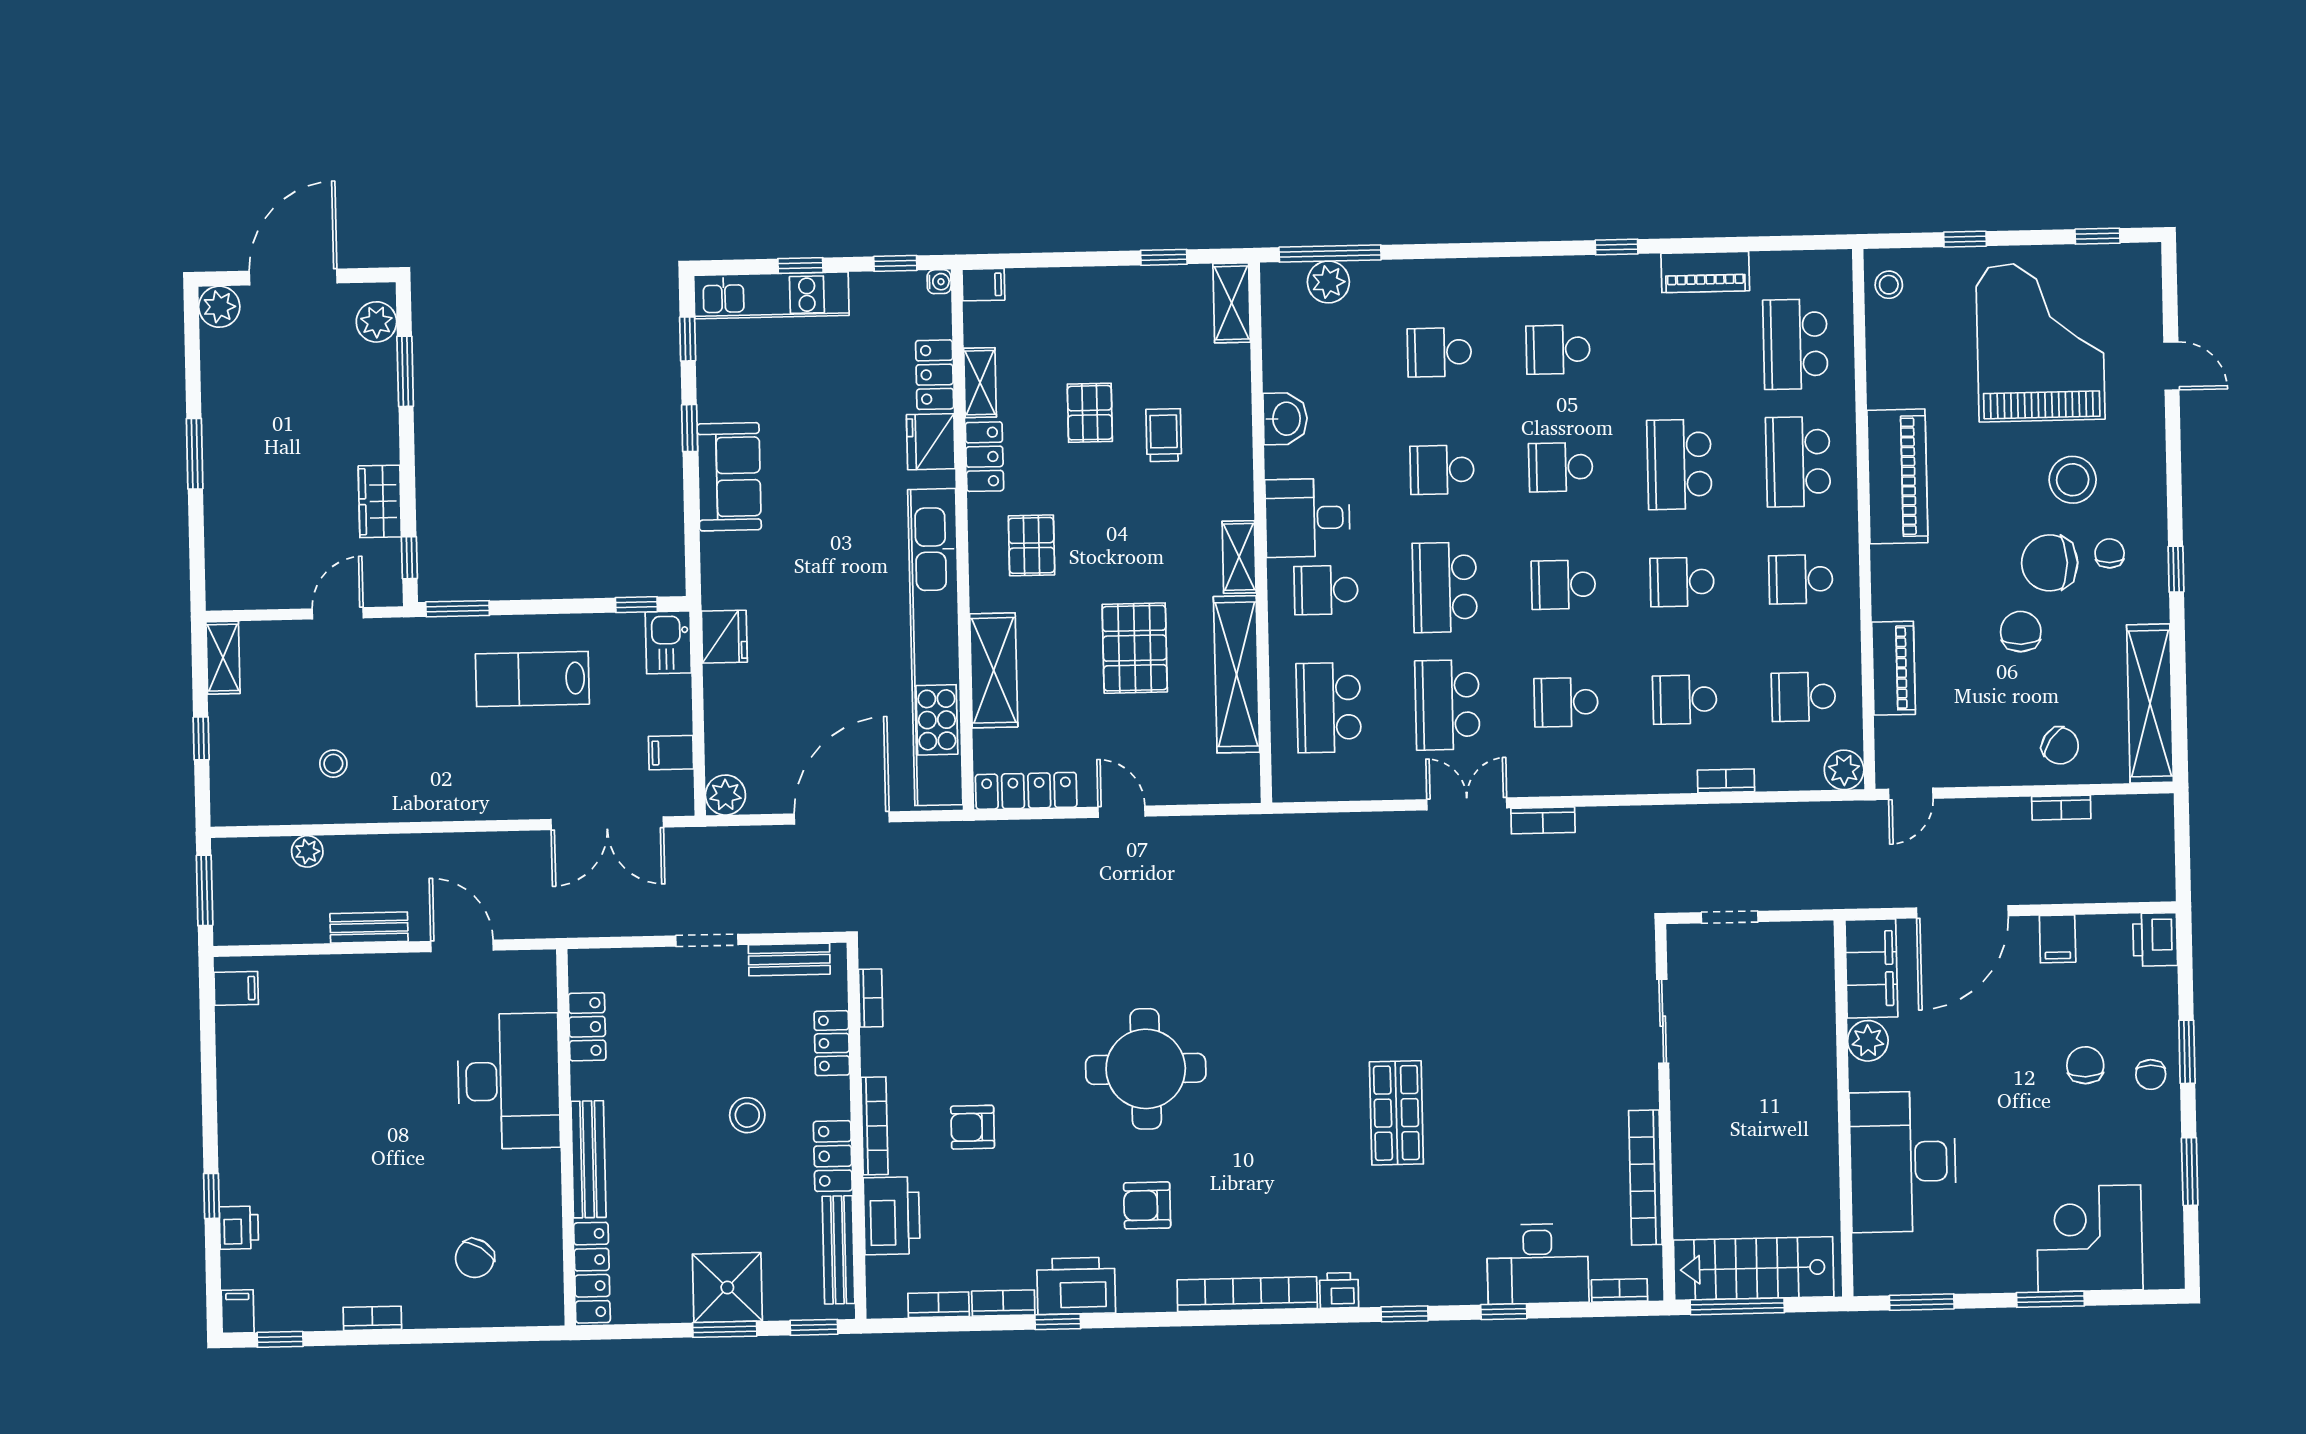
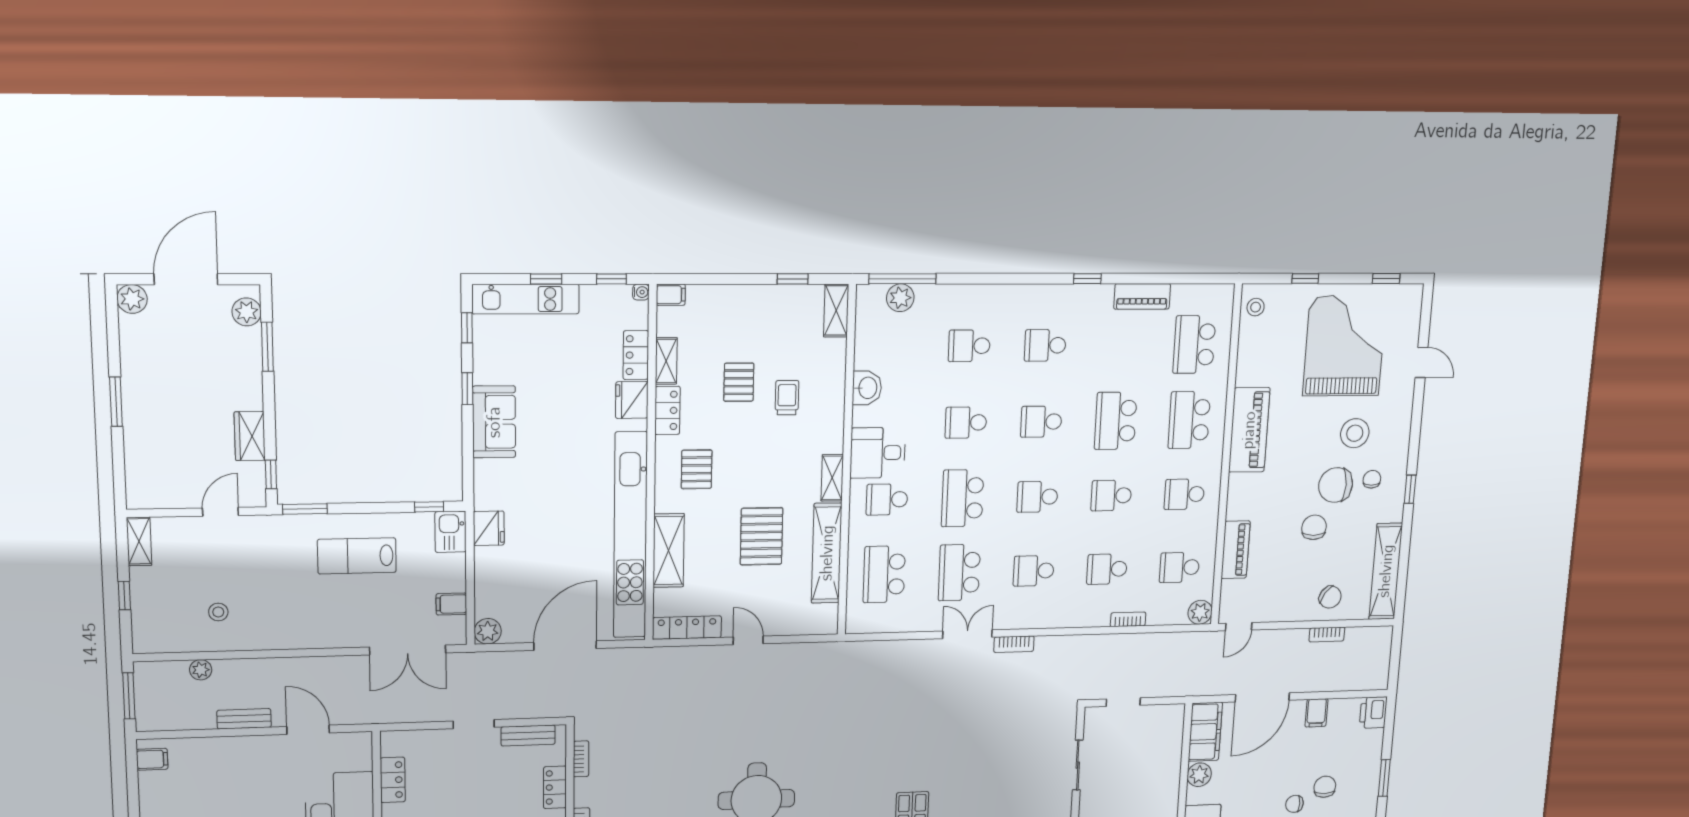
chair: (2151, 1075) -> (1294, 804), moved, turned 90

